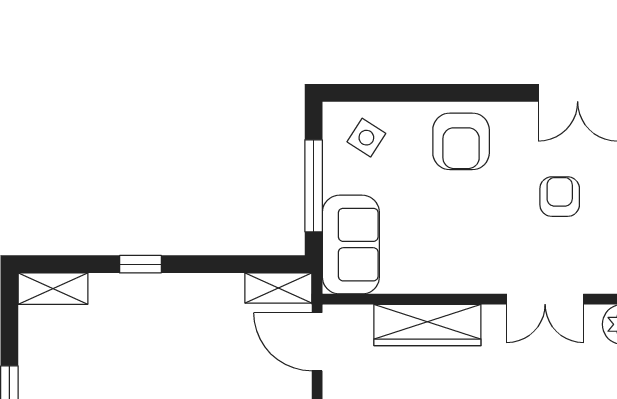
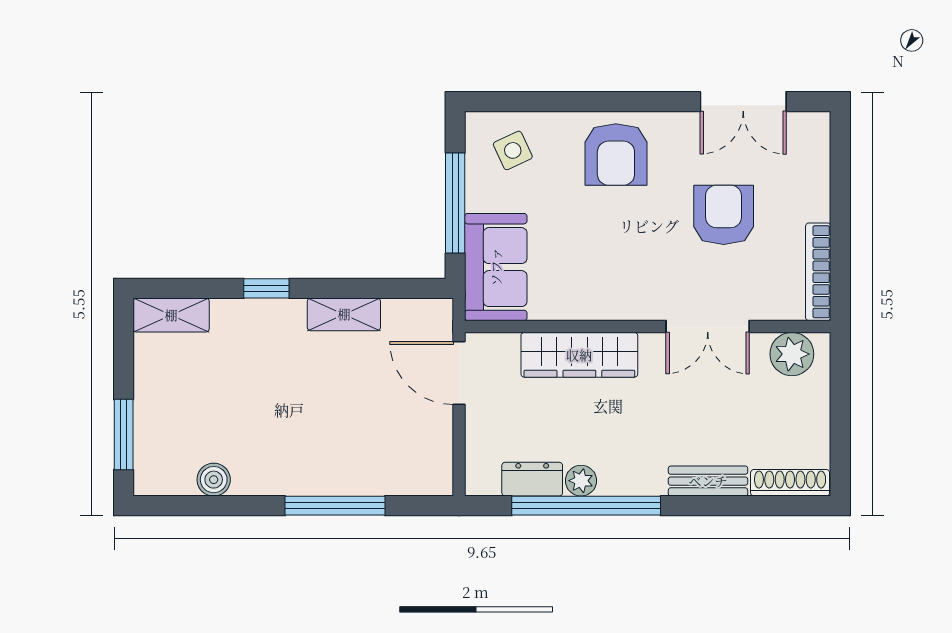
side table: (366, 138) -> (513, 150), turned 32
armchair: (560, 197) -> (724, 215), width x1.38, depth x1.38
shelving: (278, 288) -> (344, 314), moved

